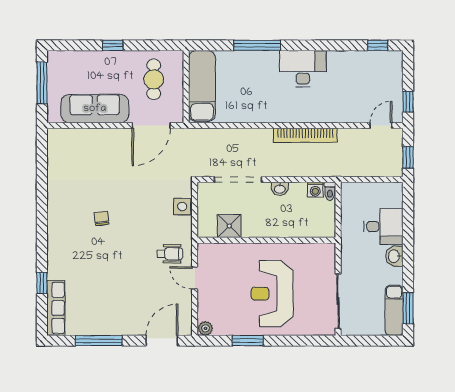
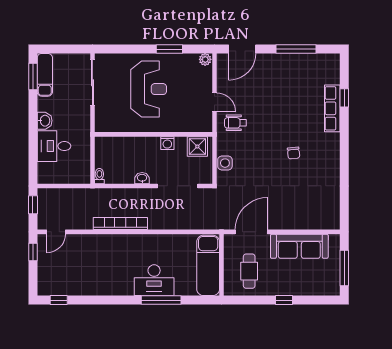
desk: (303, 69) -> (154, 280), moved
washing machine: (315, 190) -> (167, 143), moved, turned 180
shower: (229, 226) -> (197, 146), moved
row of seats: (56, 308) -> (332, 108), moved

